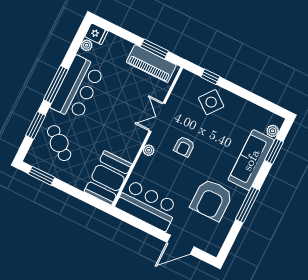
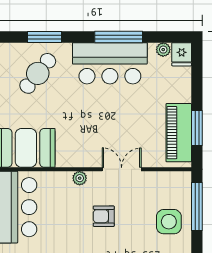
window: (210, 77) -> (197, 207), width x2.17
window: (56, 85) -> (119, 37), moved
side table: (211, 102) -> (169, 222), turned -38

